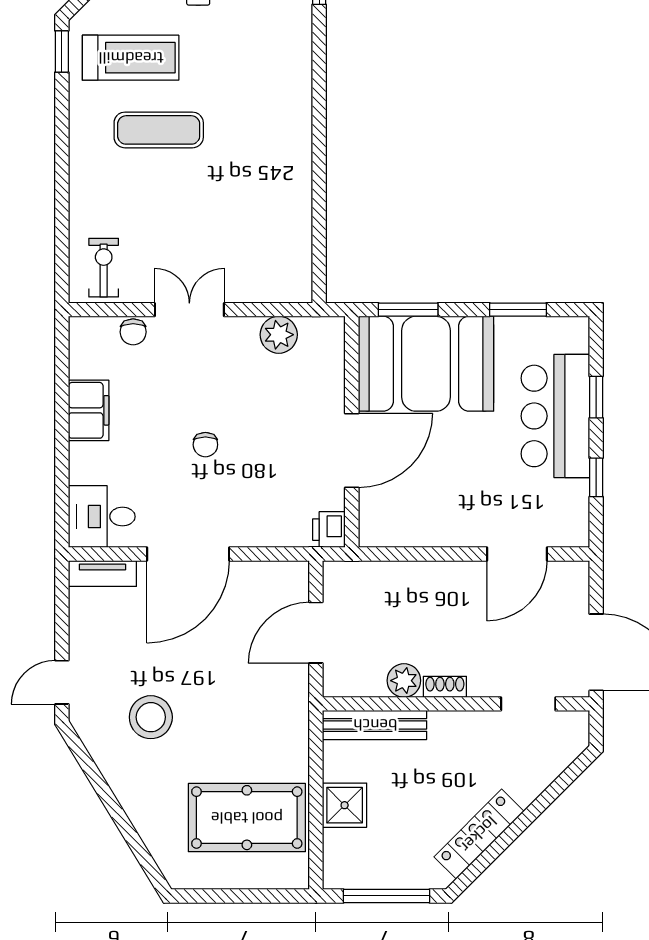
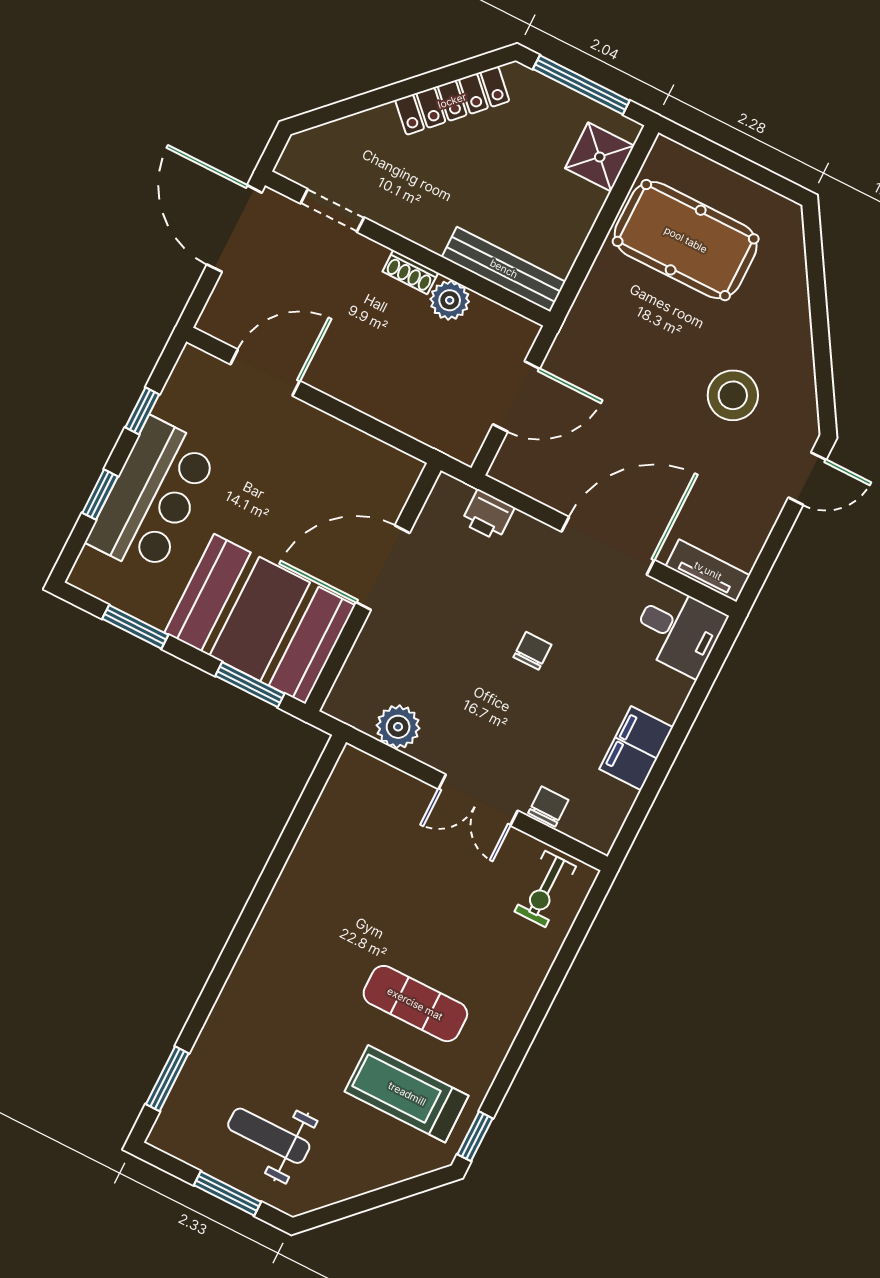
printer: (329, 530) -> (488, 515), moved, turned 90
shower: (345, 805) -> (600, 157), moved

